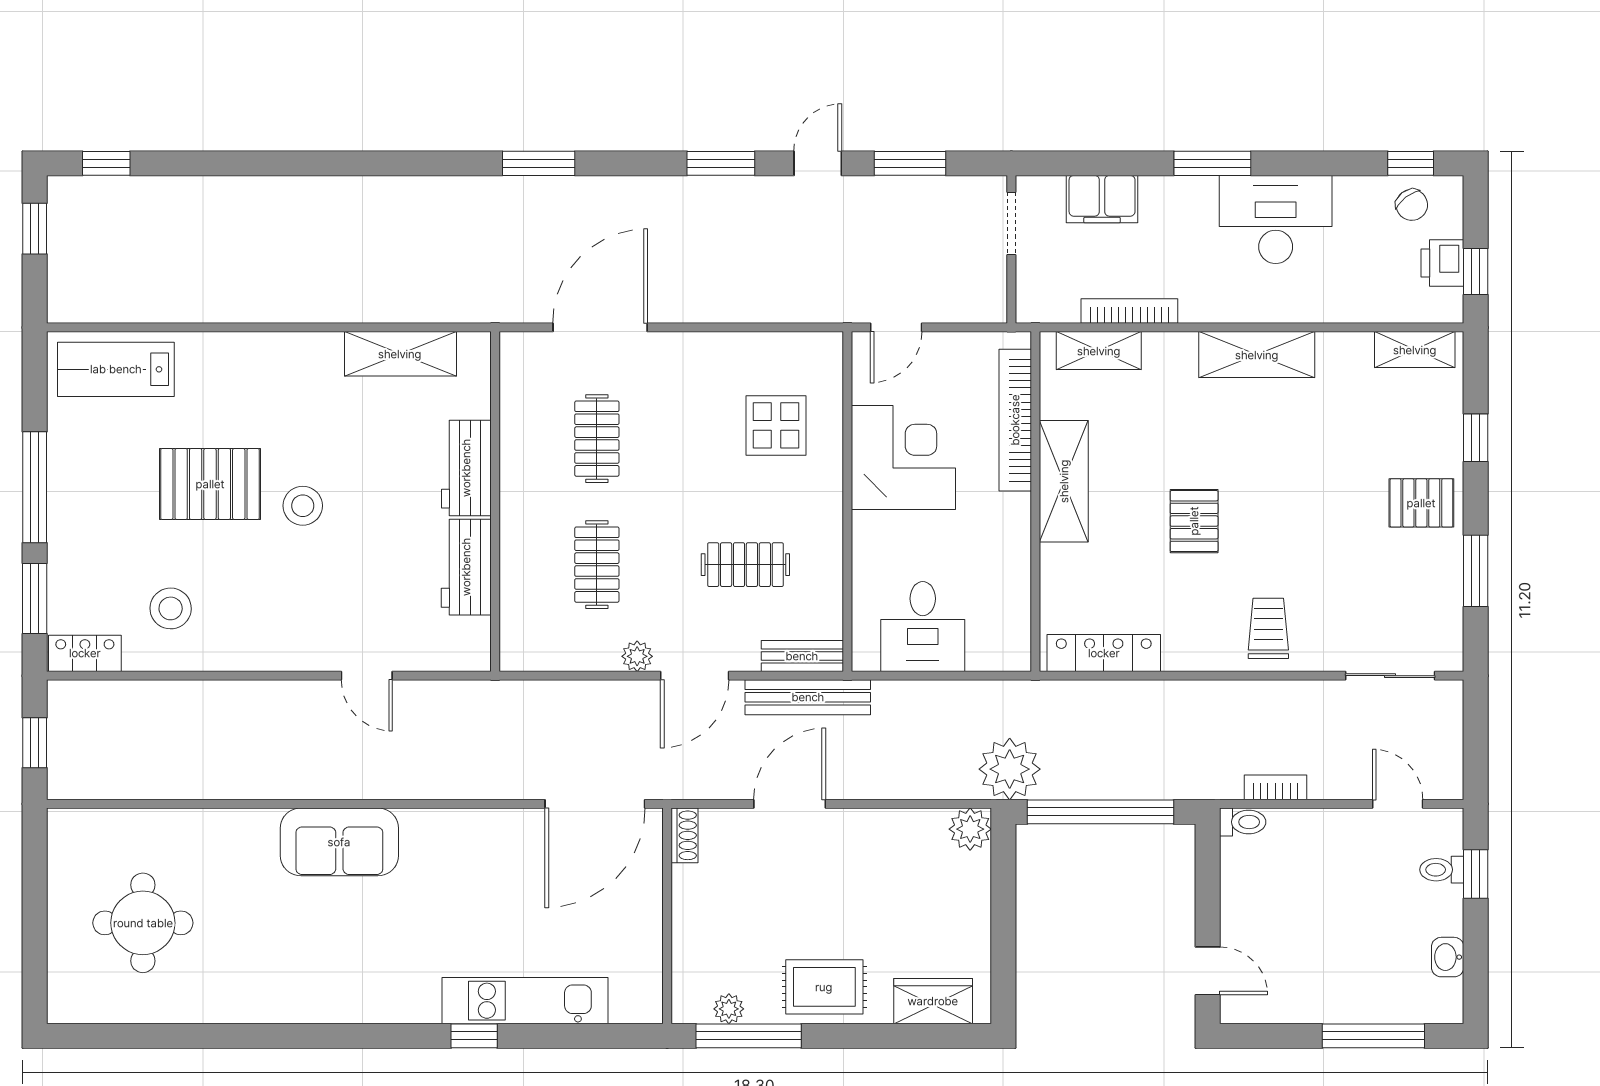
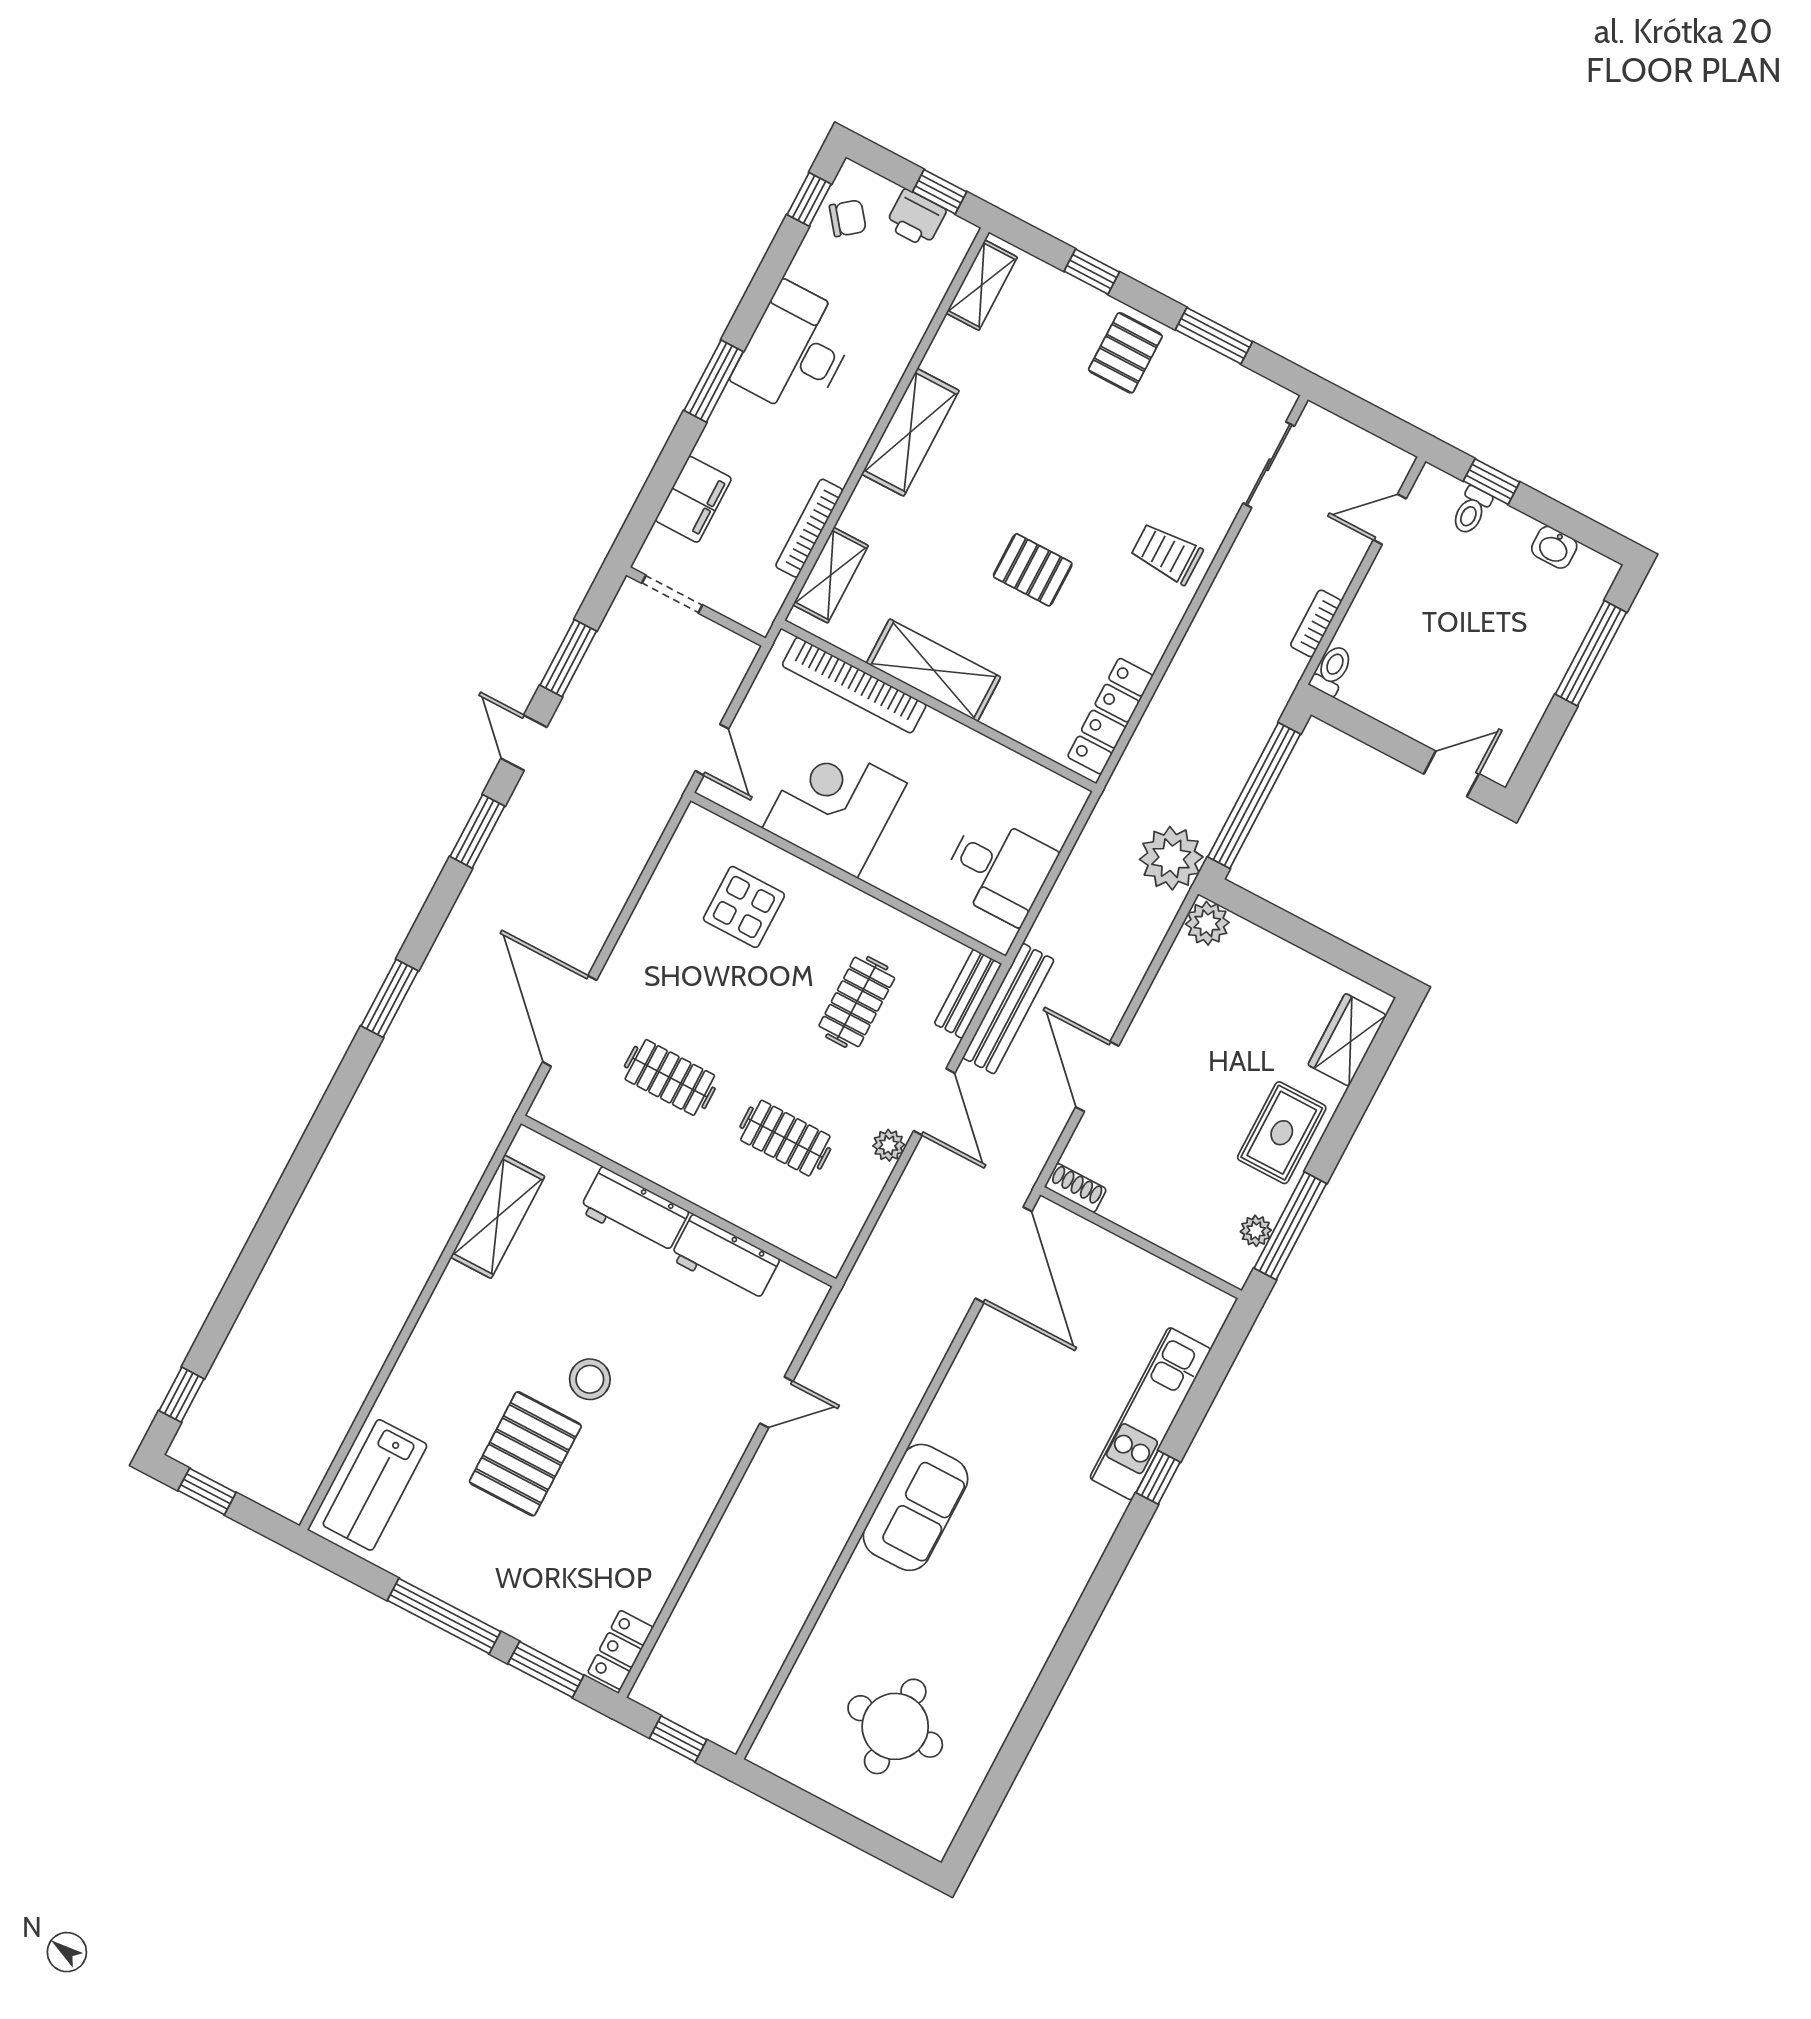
stool: (171, 608) -> (620, 1550), removed

